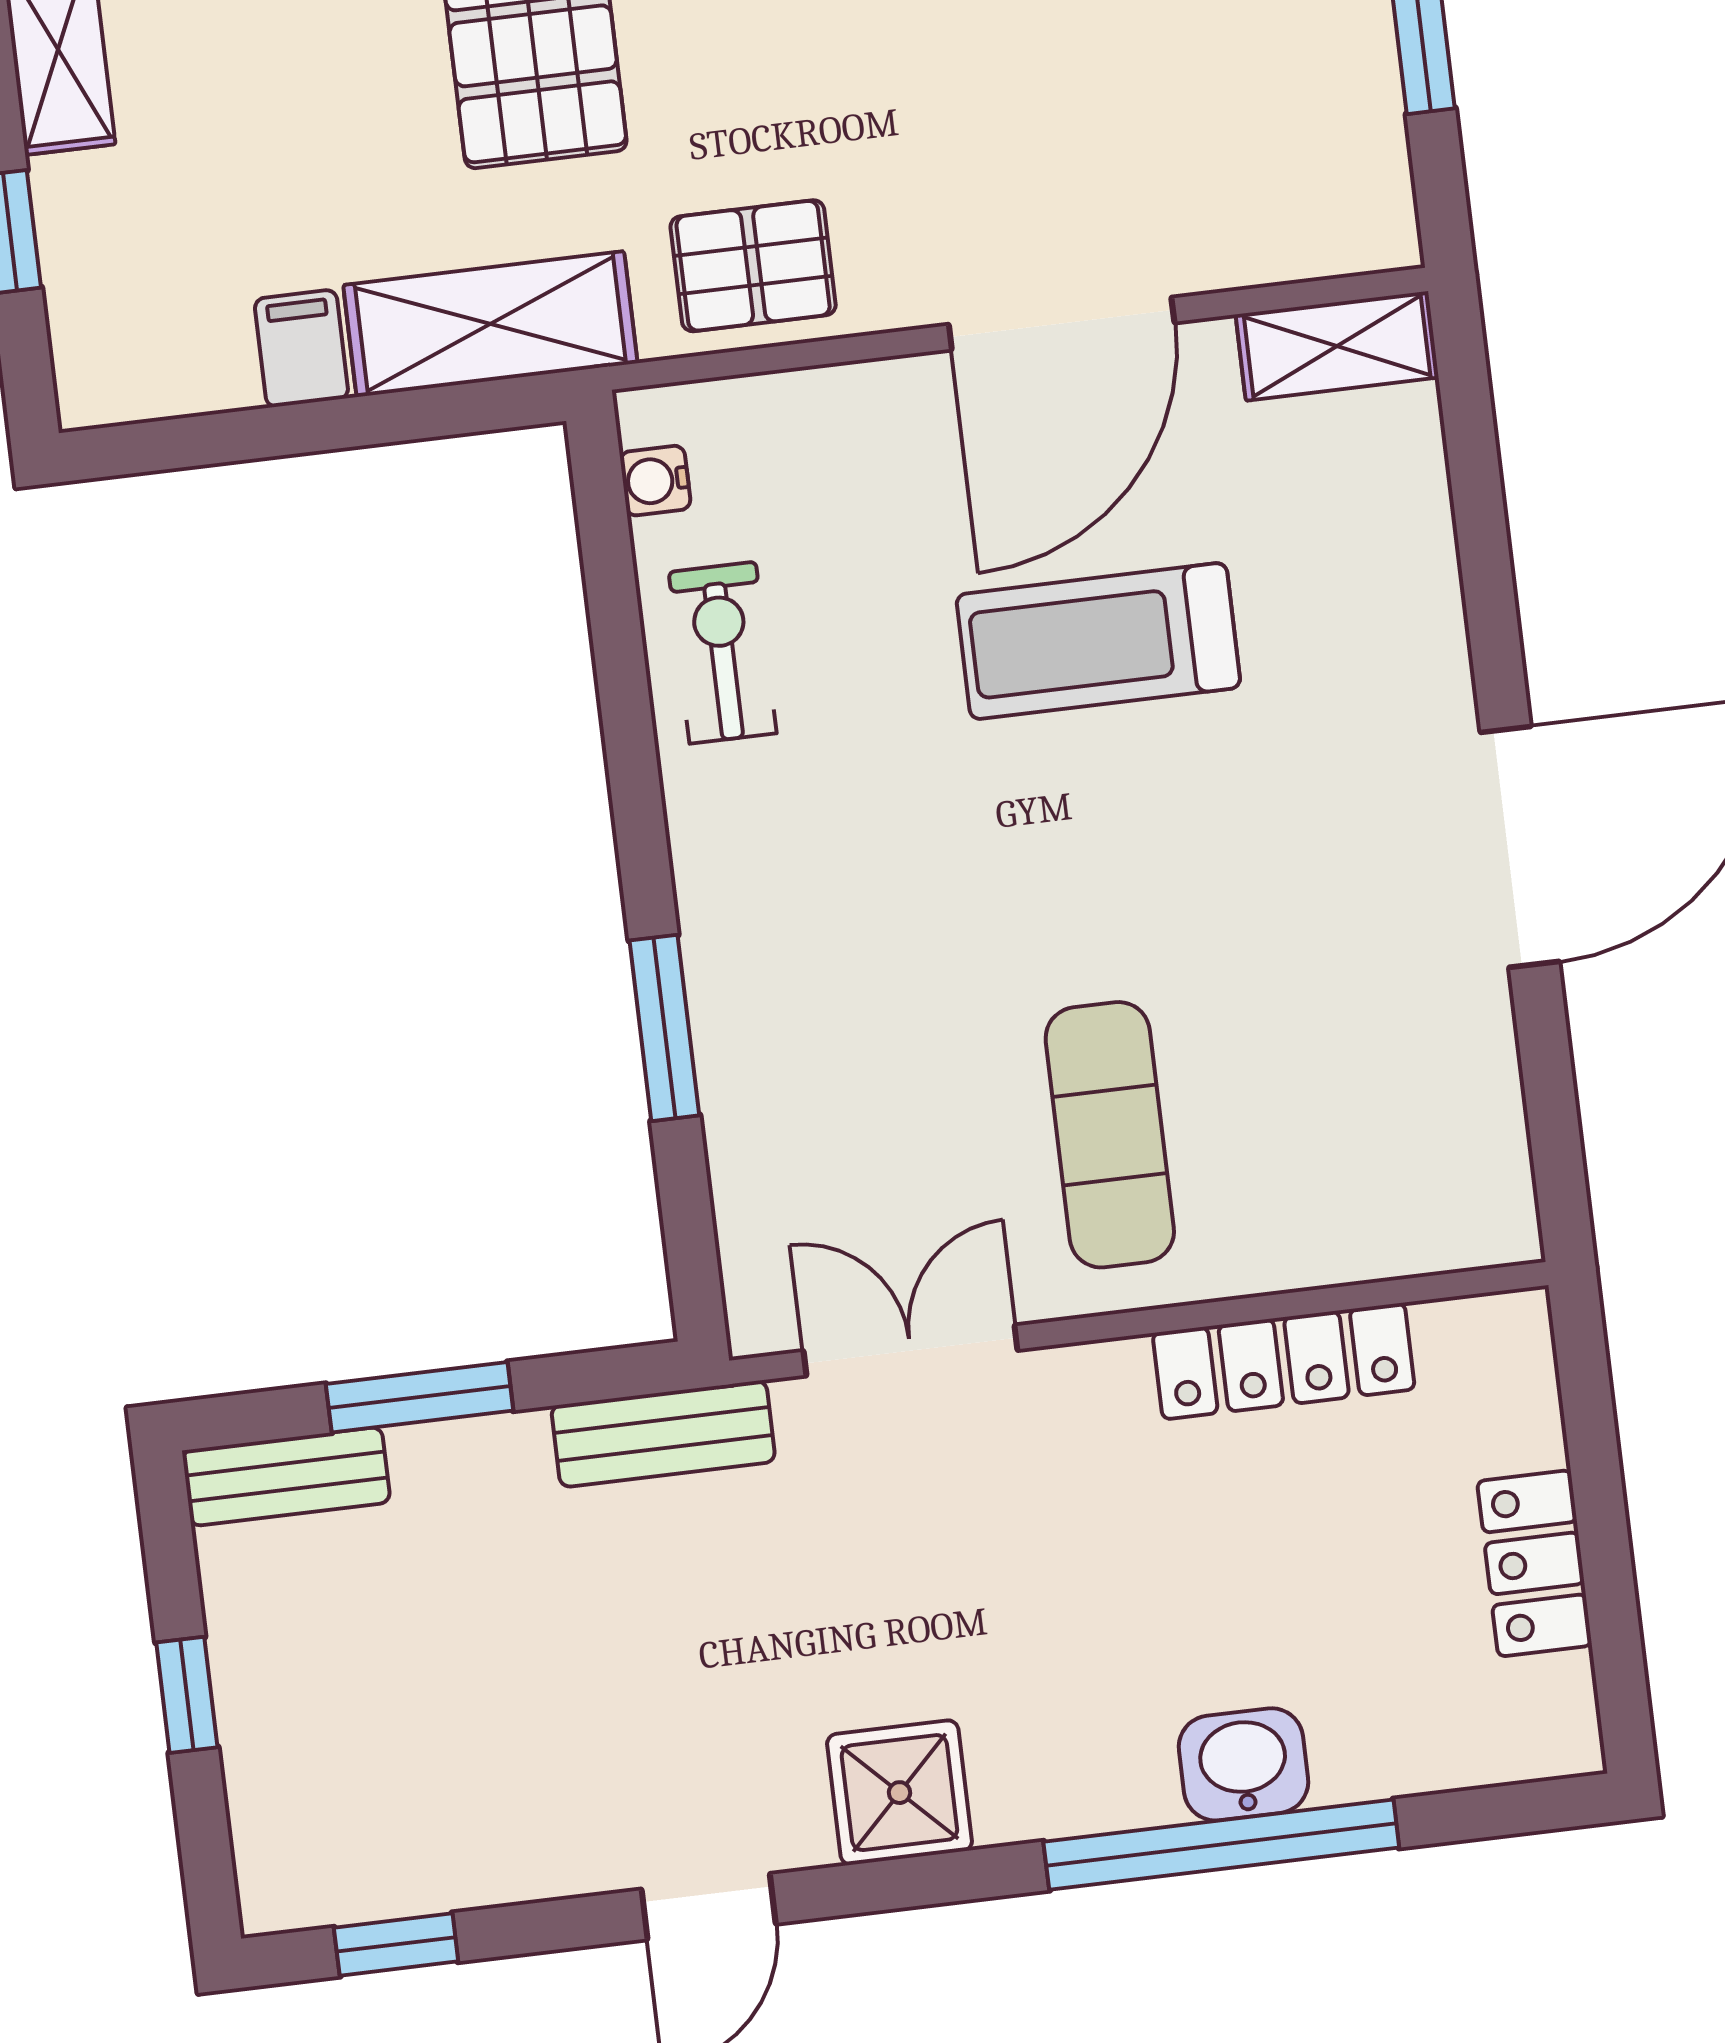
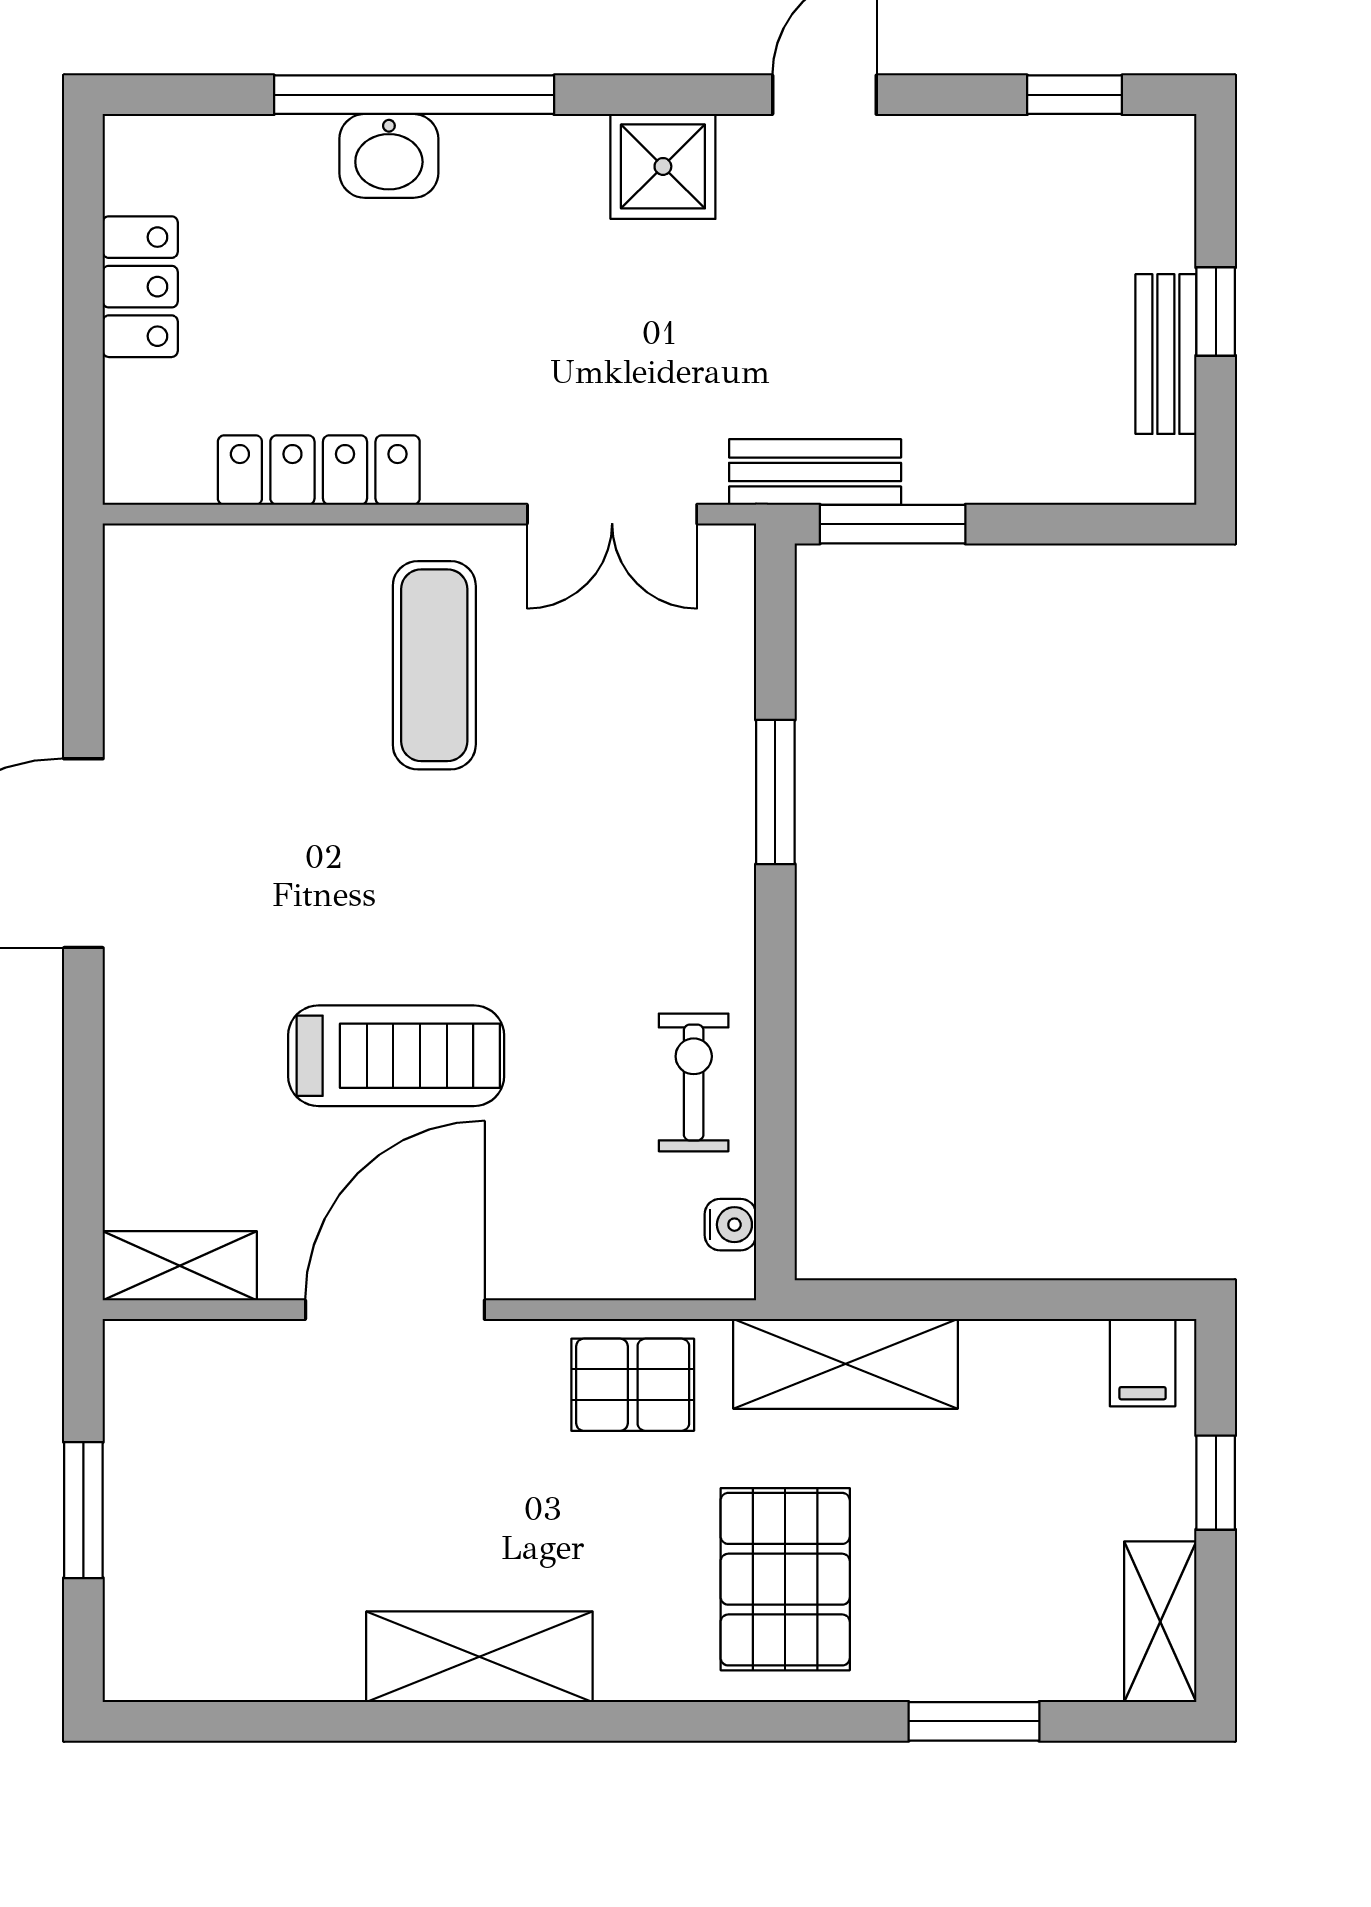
filing cabinet: (301, 348) -> (1143, 1363), moved
exercise bike: (723, 653) -> (694, 1082), turned 180
window: (420, 1397) -> (893, 524), moved
bench: (286, 1476) -> (1166, 354), moved, turned 90

